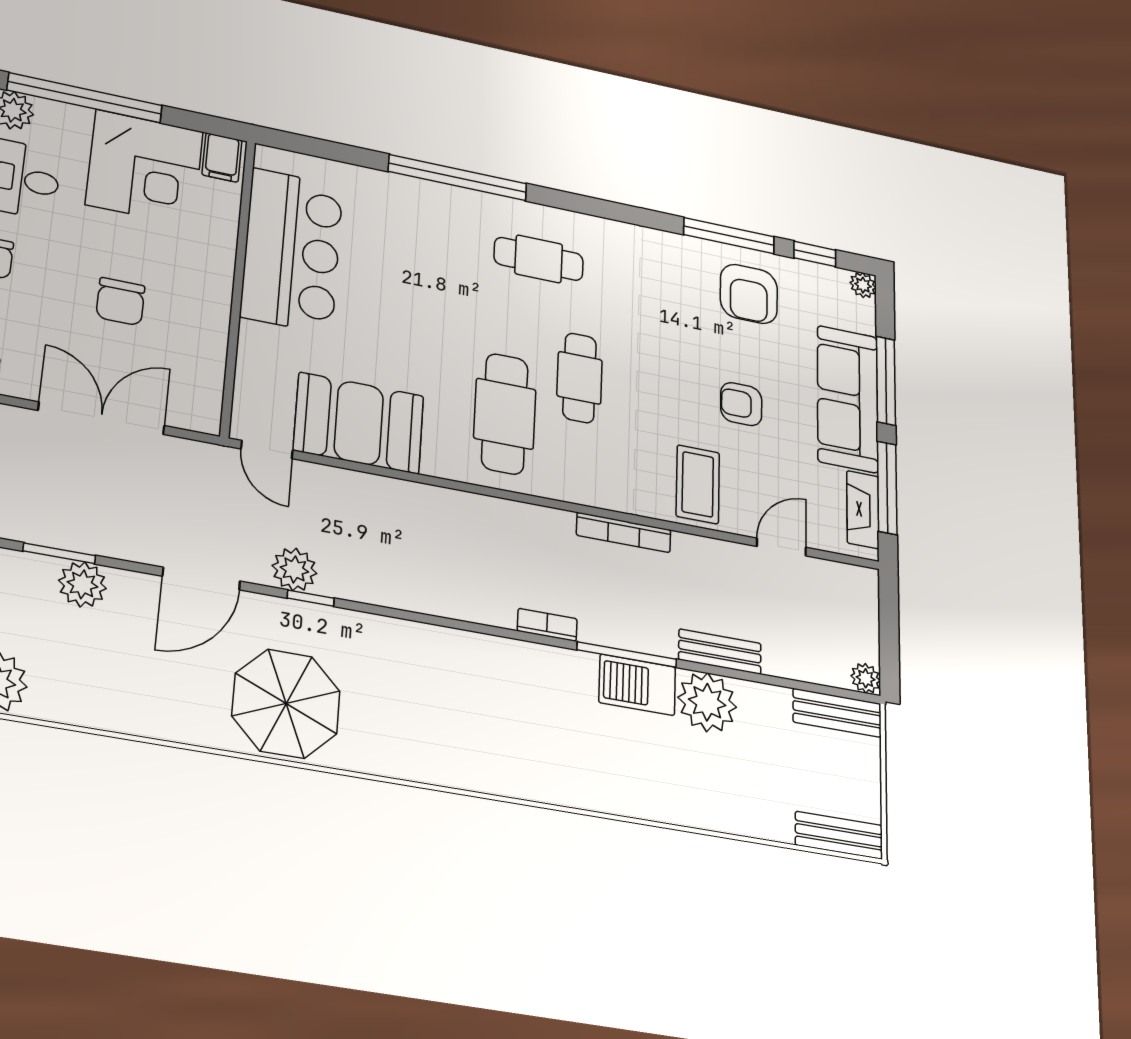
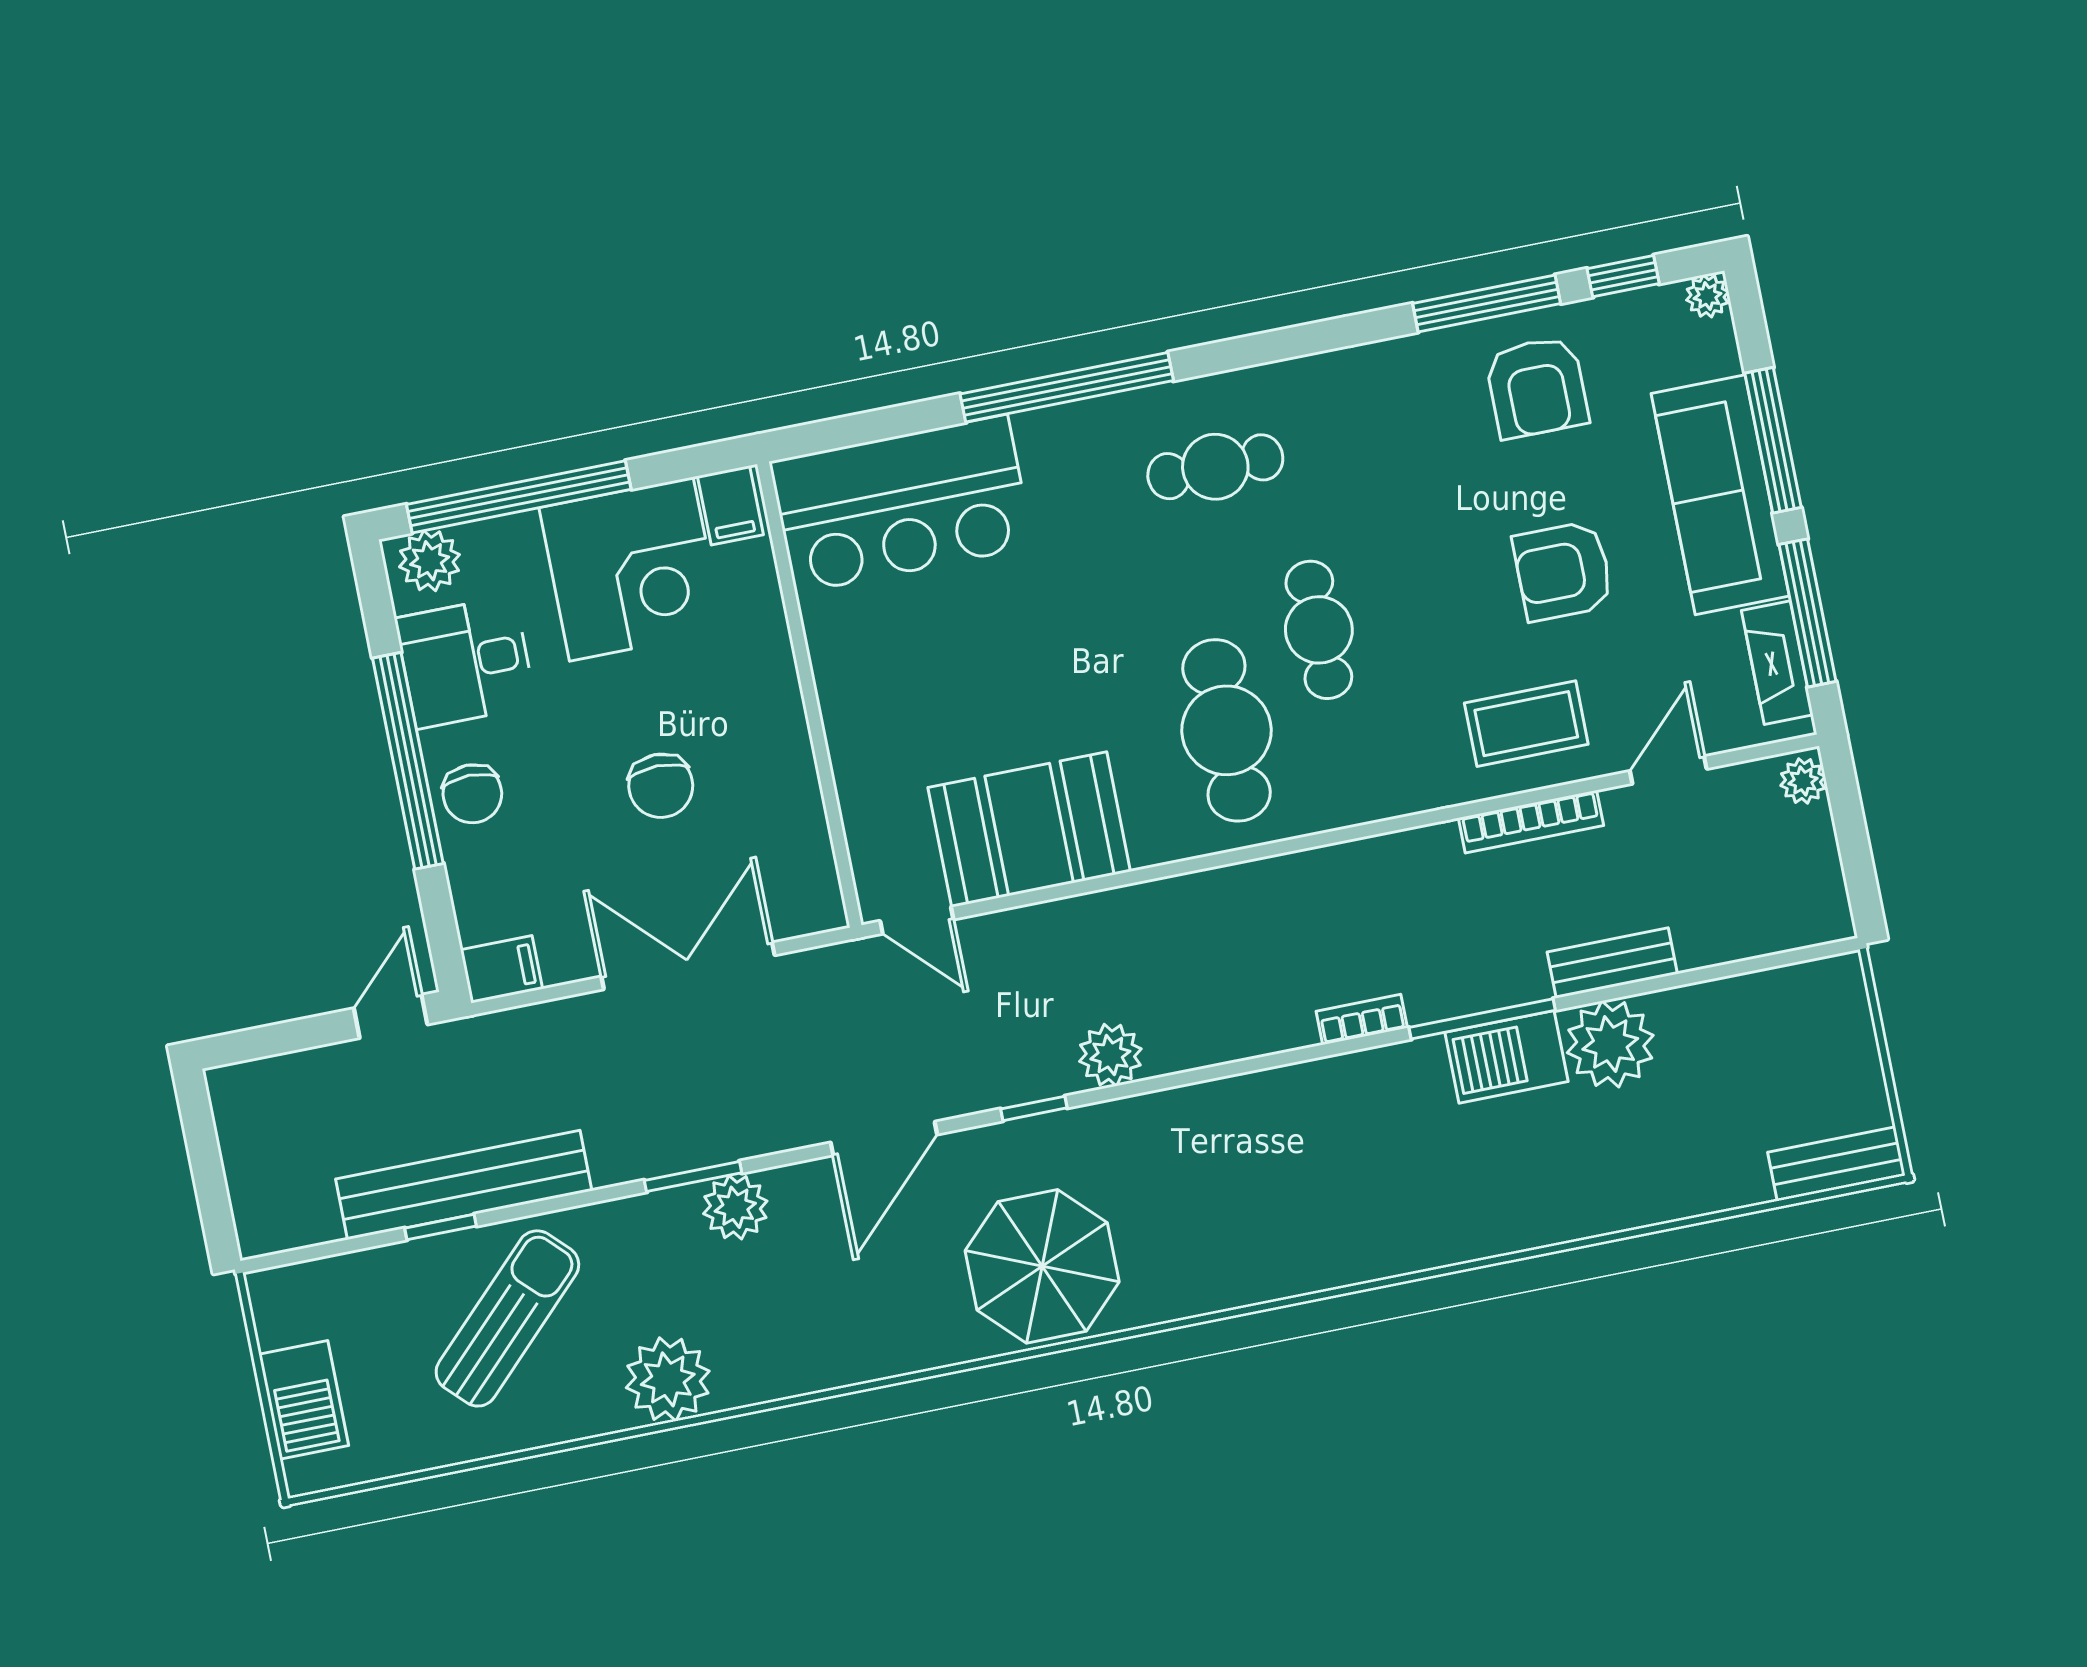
bar counter: (292, 251) -> (901, 504), moved, turned 90
armchair: (741, 404) -> (1563, 571), width x1.38, depth x1.38
coffee table: (698, 484) -> (1526, 724), turned 90
bookcase: (624, 532) -> (1531, 822), moved
plant: (294, 569) -> (1110, 1055), moved
plant: (866, 678) -> (1803, 781), moved
bench: (837, 713) -> (1799, 988), removed

